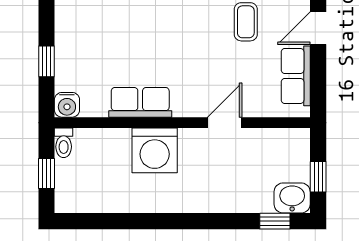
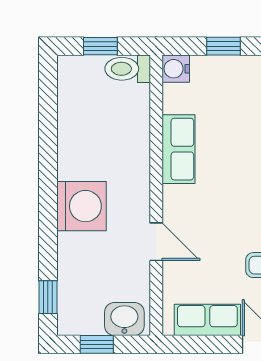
toilet: (64, 143) -> (128, 69), width x1.37, depth x1.39
washing machine: (155, 150) -> (81, 206), moved, turned 180
washbasin: (292, 198) -> (124, 319), moved, turned -90

